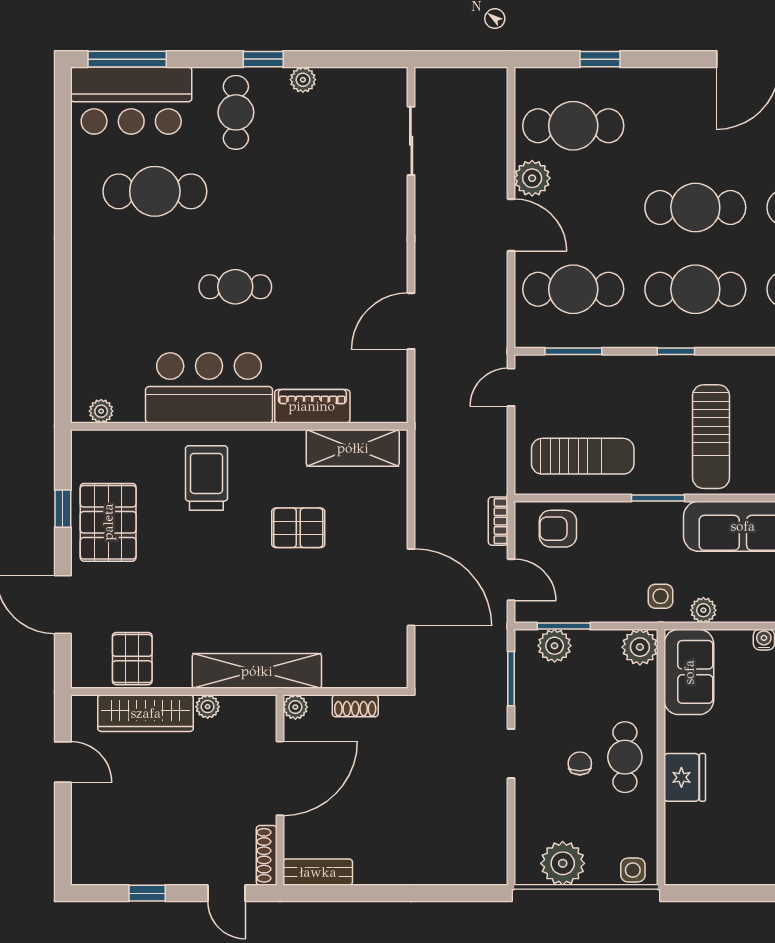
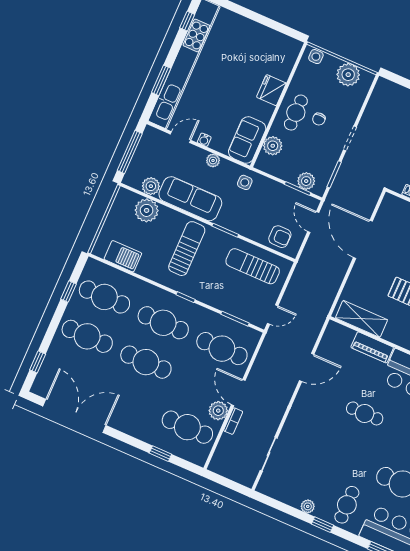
cafe table: (235, 287) -> (365, 413), moved
bookcase: (498, 521) -> (233, 421), moved
plant: (703, 610) -> (213, 160), moved
plant: (640, 647) -> (273, 146), moved

